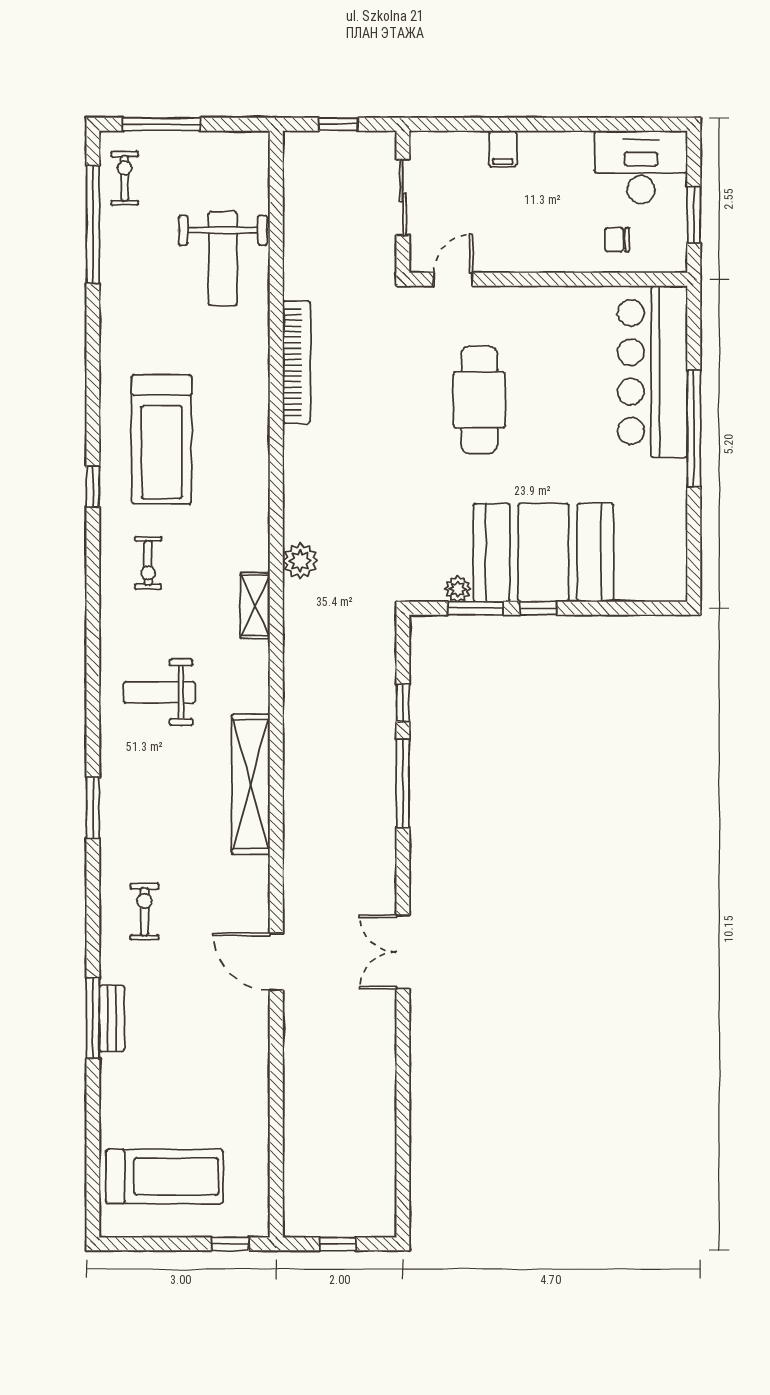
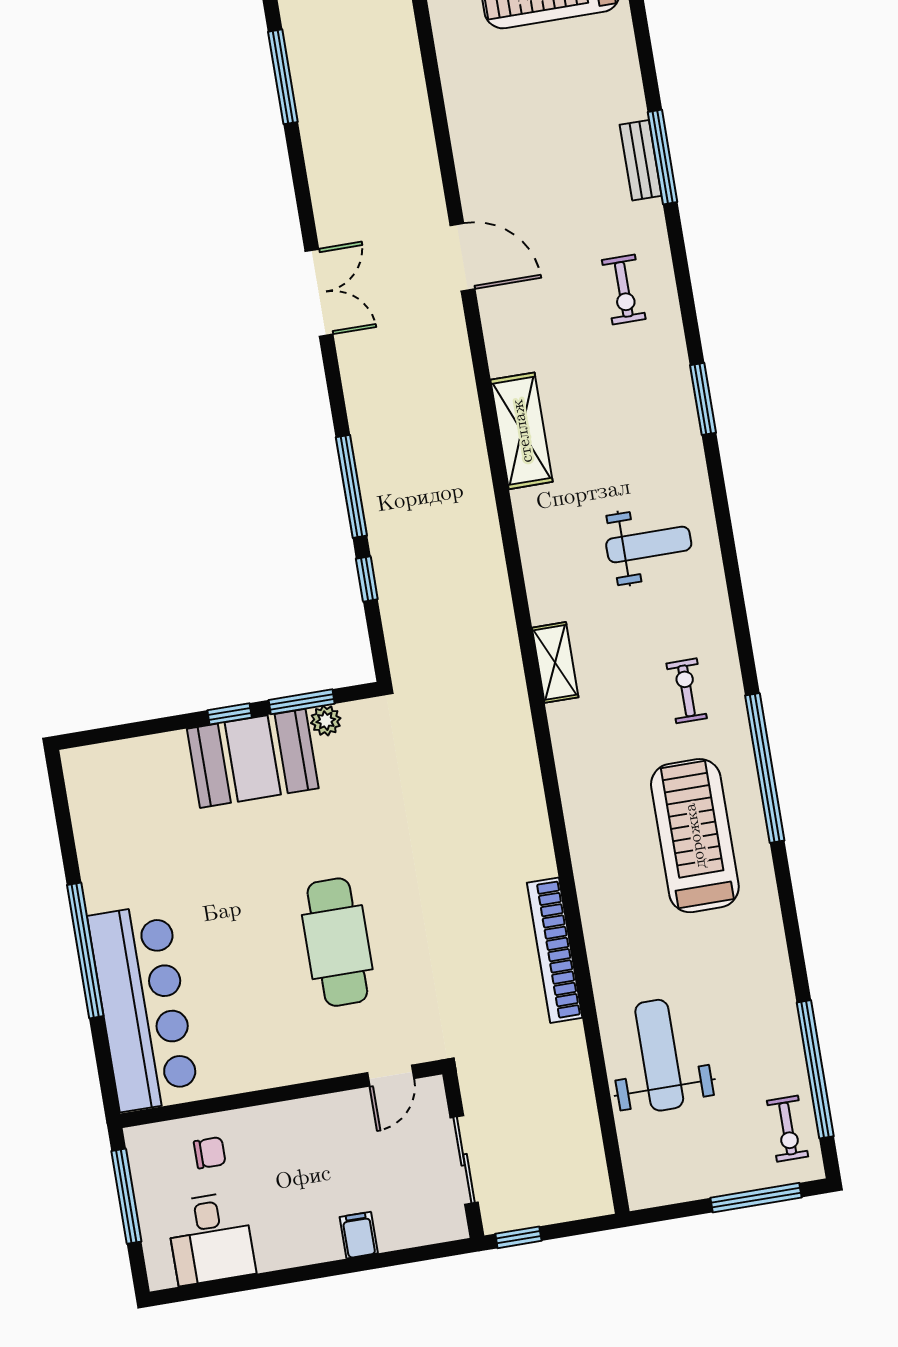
window: (338, 124) -> (518, 1237), moved
desk: (641, 167) -> (211, 1238), width x0.73
window: (694, 215) -> (126, 1196), width x1.44
window: (93, 487) -> (765, 768), width x3.17
booth: (543, 553) -> (253, 758), width x0.73, depth x0.70
plant: (300, 561) -> (512, 722), removed
shelving: (251, 784) -> (522, 431), width x0.68
window: (403, 1140) -> (283, 77), added

